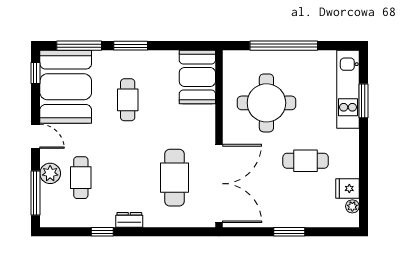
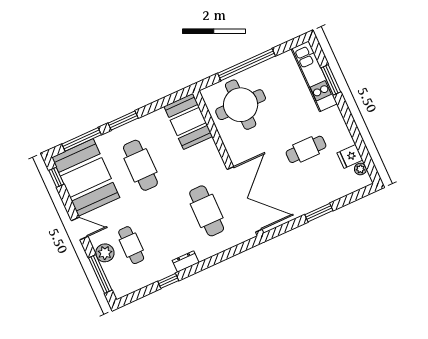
cafe table: (128, 100) -> (140, 165), width x1.37, depth x1.35
round table: (266, 103) -> (241, 105), moved

